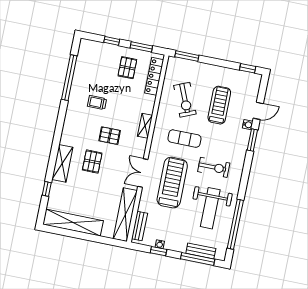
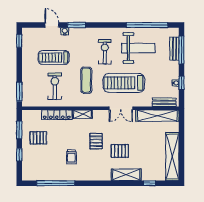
locker: (154, 76) -> (57, 115), moved
exercise bike: (185, 100) -> (55, 86), turned -67

